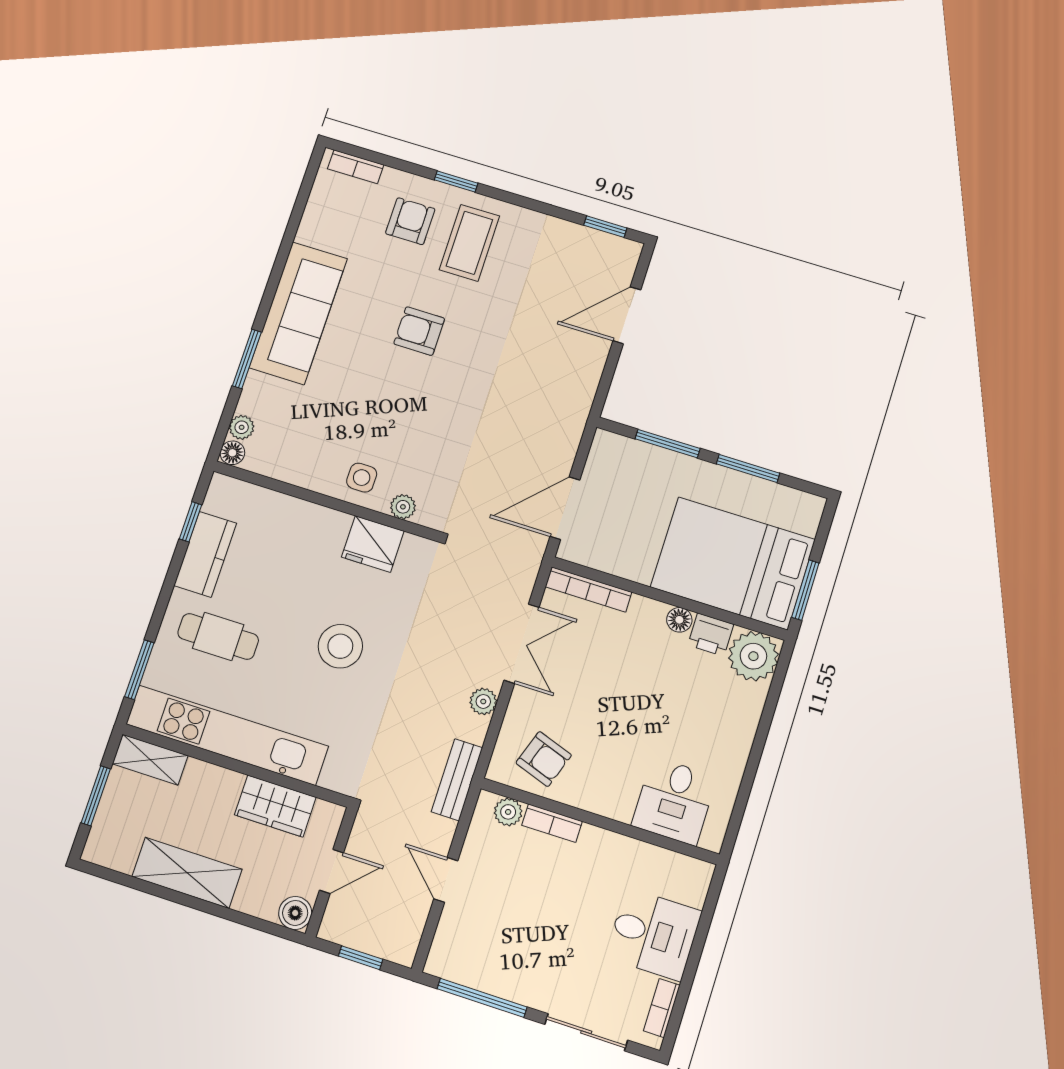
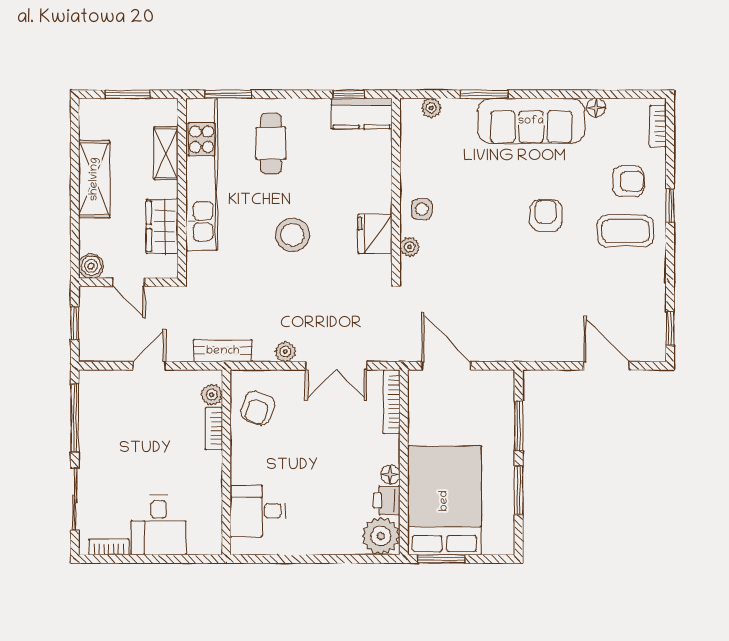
floor lamp: (232, 453) -> (596, 108), moved
kitchen counter: (205, 554) -> (362, 113), moved
shelving: (150, 760) -> (166, 153), moved

